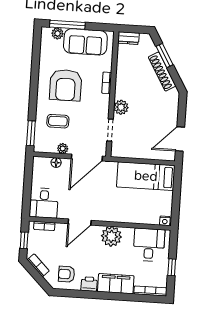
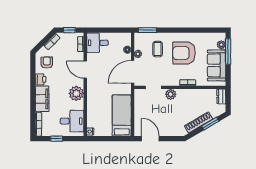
door: (87, 157) -> (133, 72), hinge flipped

